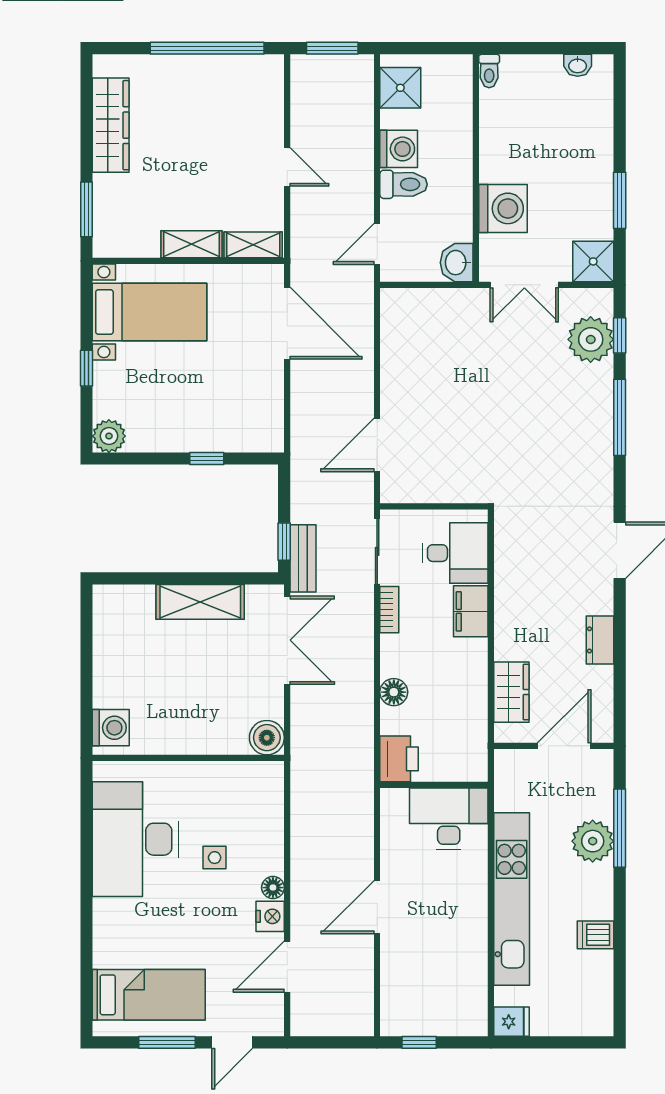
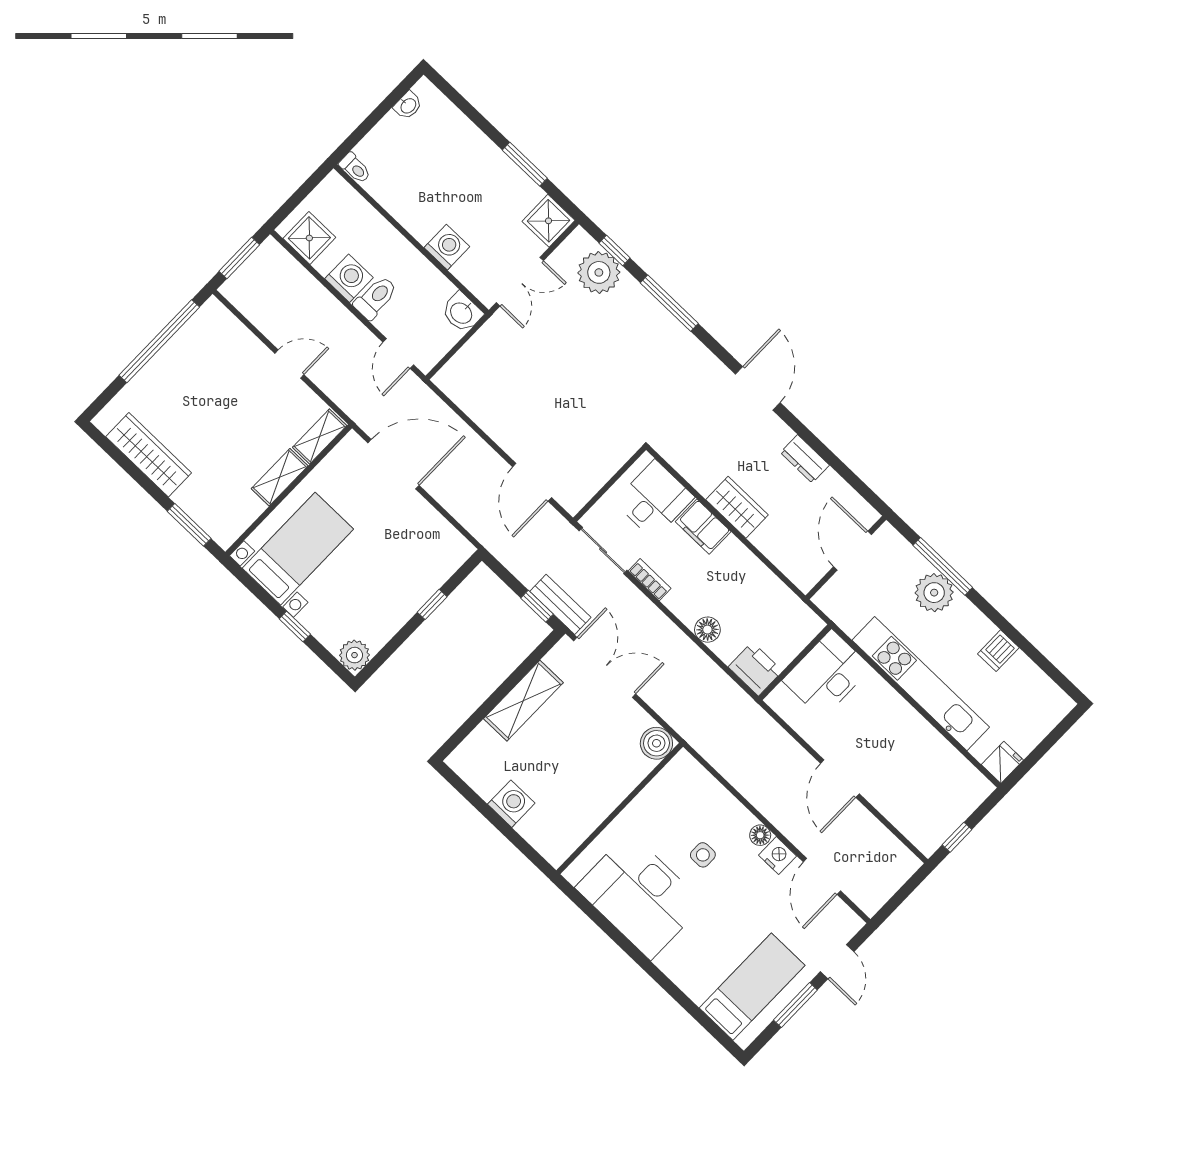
washing machine: (503, 208) -> (447, 247), width x0.73, depth x0.73
wardrobe: (511, 692) -> (737, 507), moved
washing machine: (111, 728) -> (511, 804), moved

